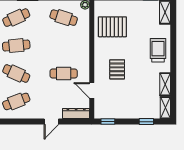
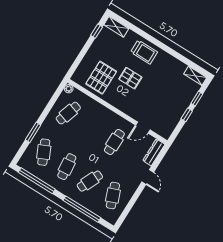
trolley: (158, 50) -> (144, 52), turned 180
pallet: (117, 69) -> (130, 78), moved
shelving: (165, 84) -> (176, 64), removed
window: (108, 122) -> (187, 115), moved

